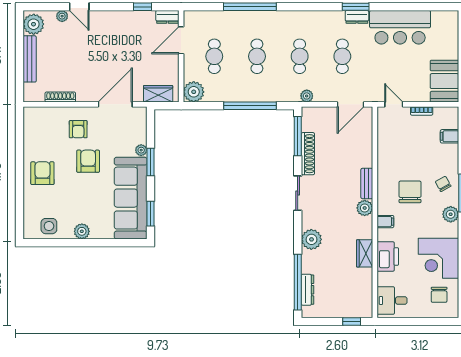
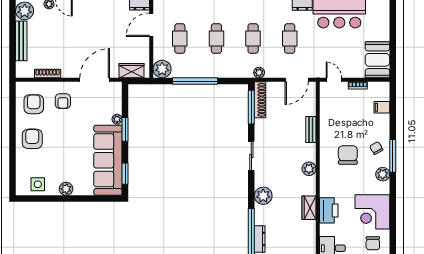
window: (250, 106) -> (195, 81), moved
shoe rack: (308, 154) -> (260, 100), moved
armchair: (88, 161) -> (34, 104), moved
bench: (367, 183) -> (311, 129), moved
filing cabinet: (385, 222) -> (327, 180), removed

